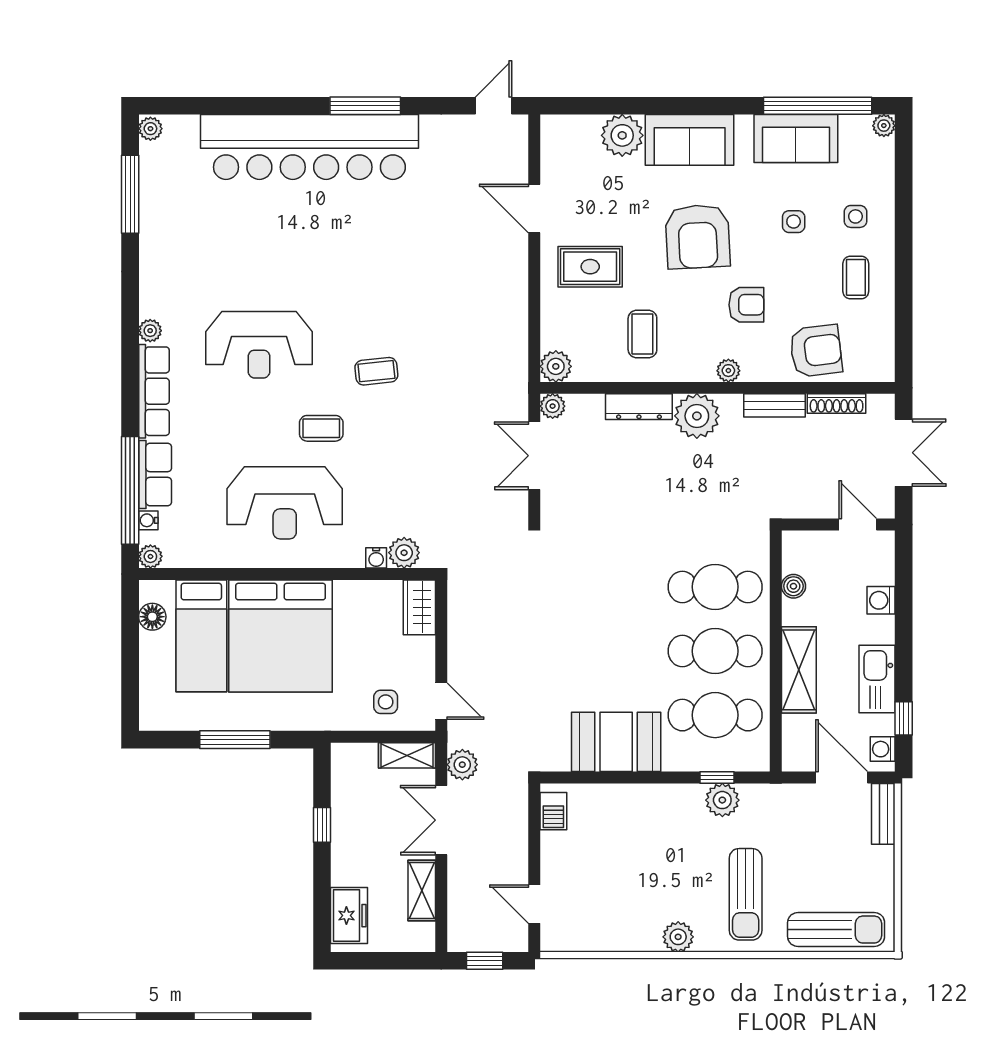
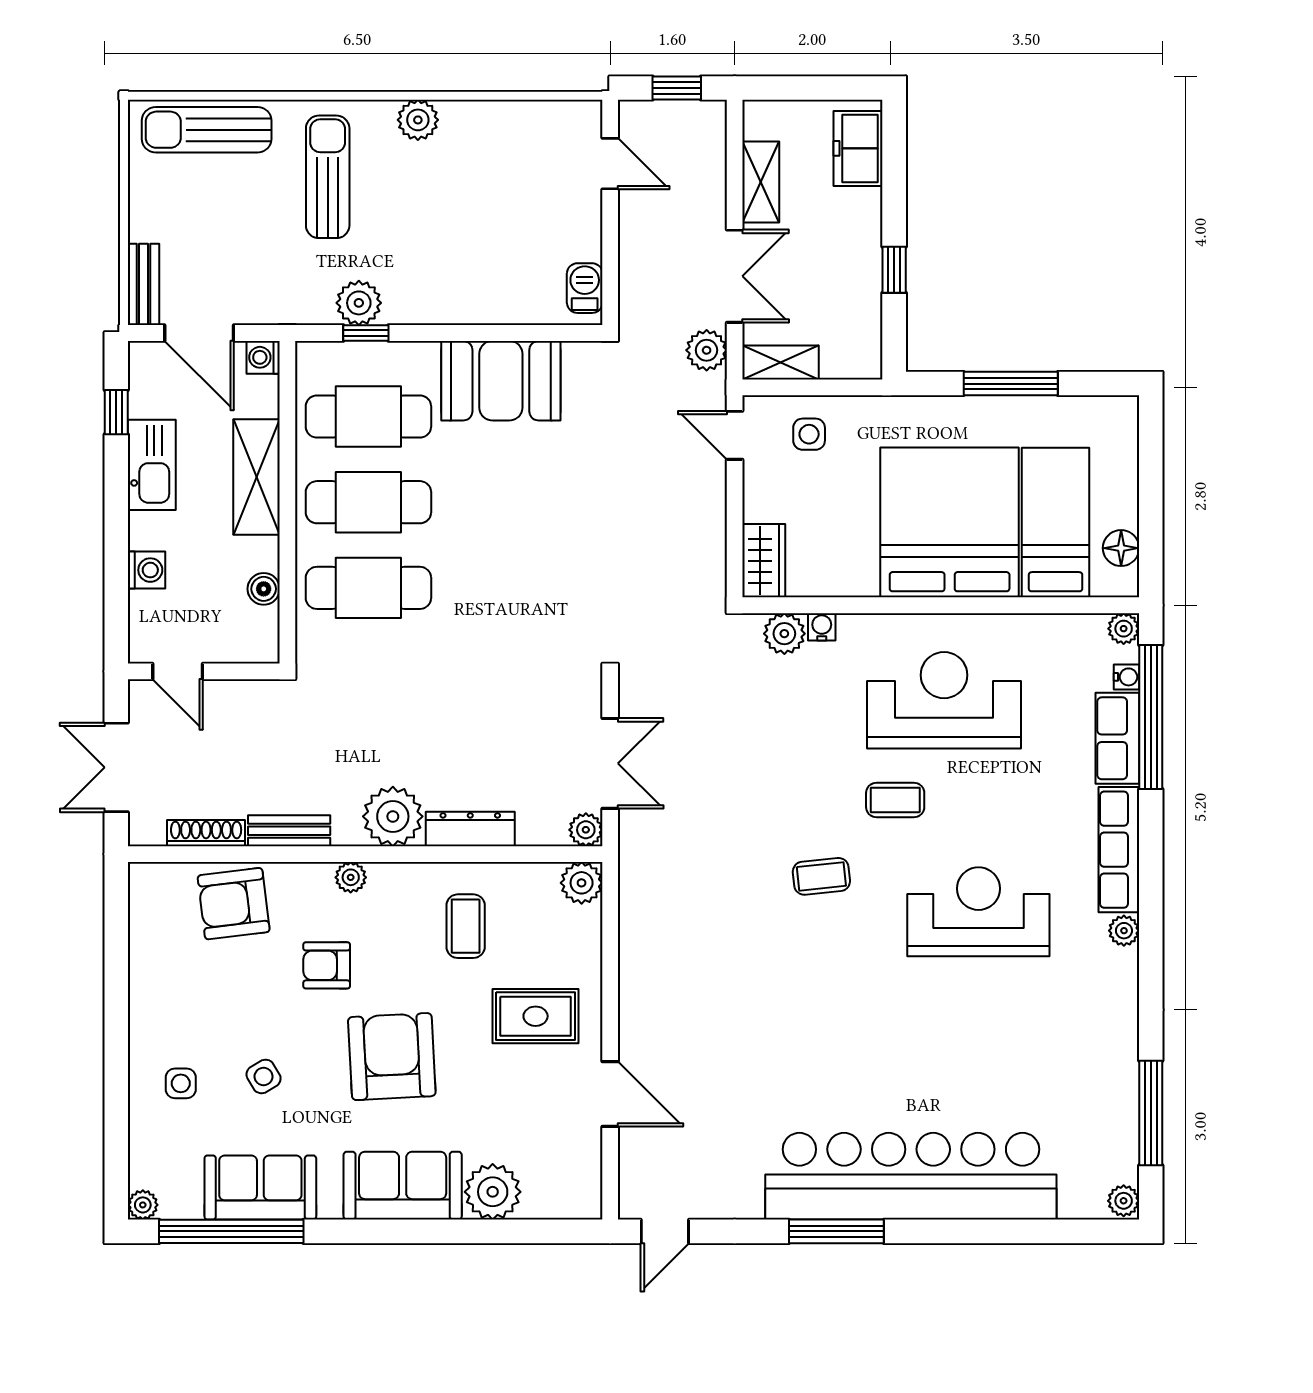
side table: (794, 222) -> (264, 1076), turned -31
coffee table: (856, 277) -> (180, 1002), removed
washing machine: (883, 749) -> (263, 357), moved, turned 180

